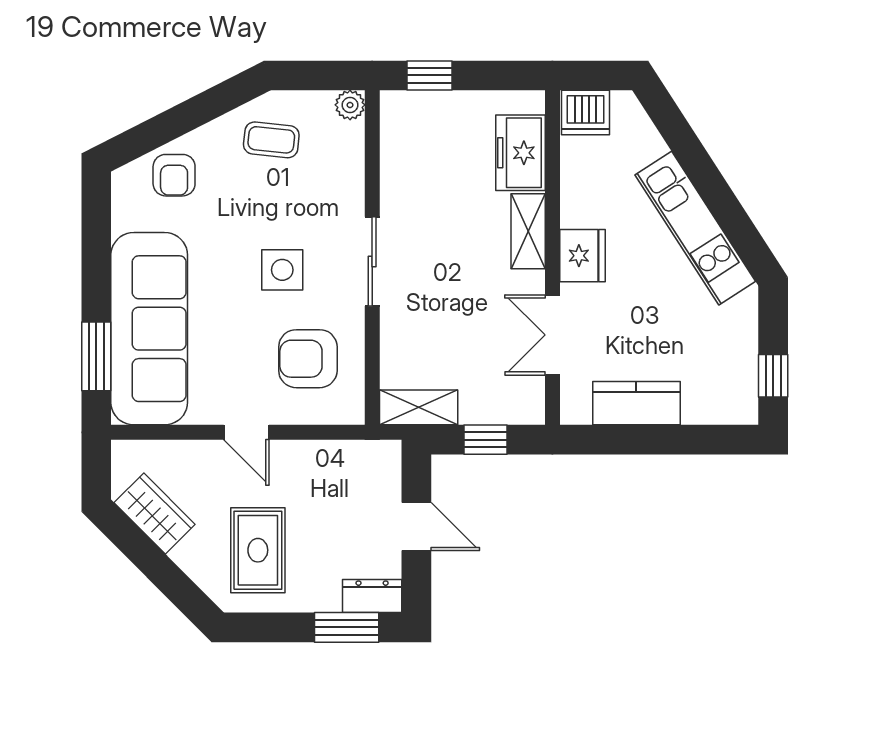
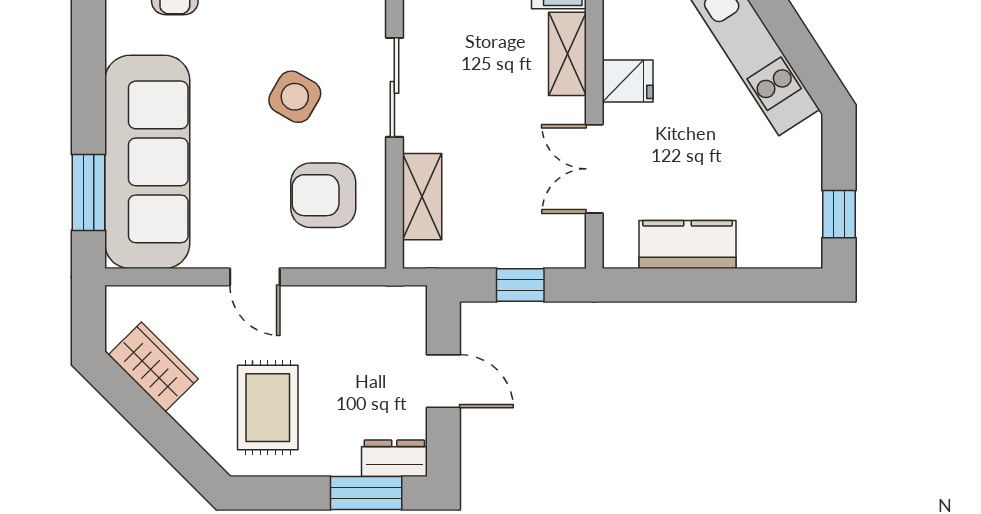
fridge: (582, 256) -> (628, 81), width x0.72
side table: (282, 270) -> (295, 97), turned 30
shelving: (419, 407) -> (422, 197), moved, turned 90

